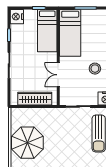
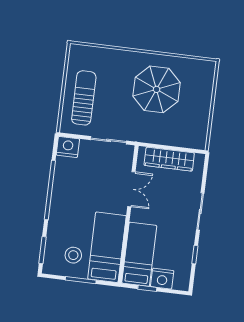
nightstand: (17, 17) -> (162, 279), moved, turned 90
stool: (95, 69) -> (73, 255), moved
parasol: (27, 143) -> (157, 89), moved

